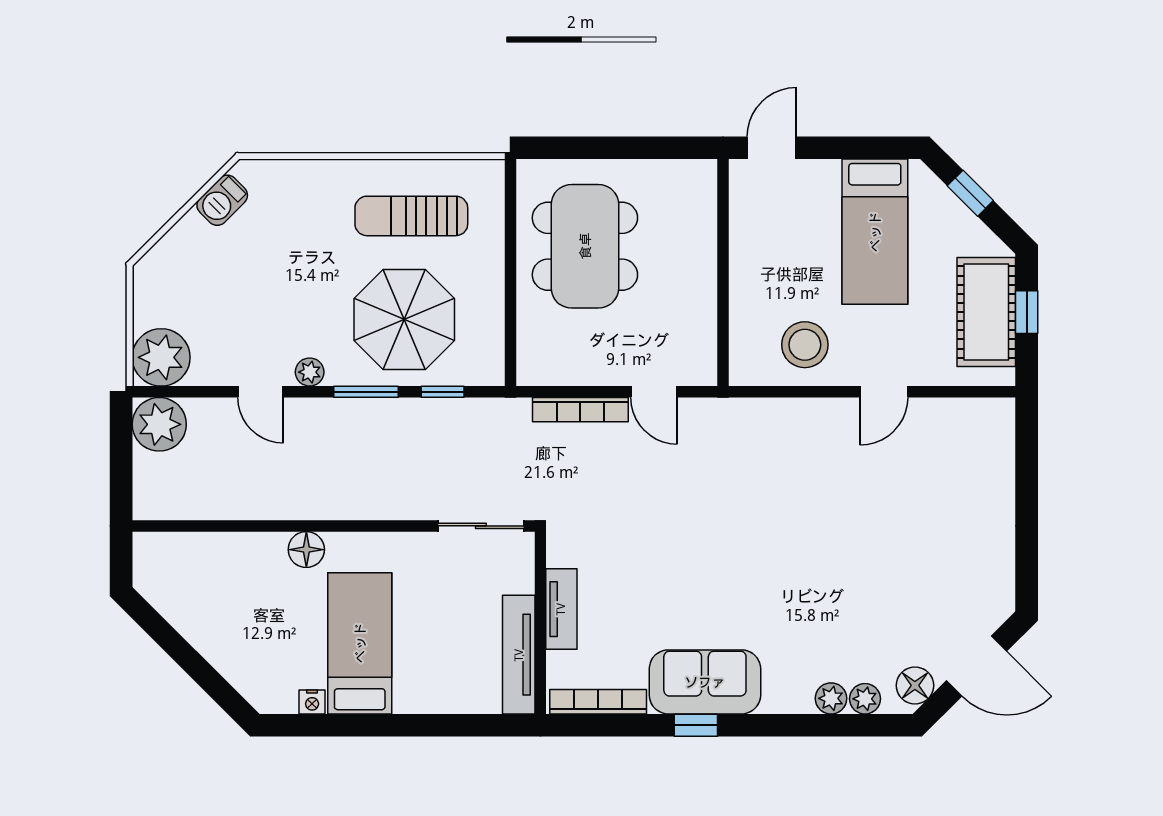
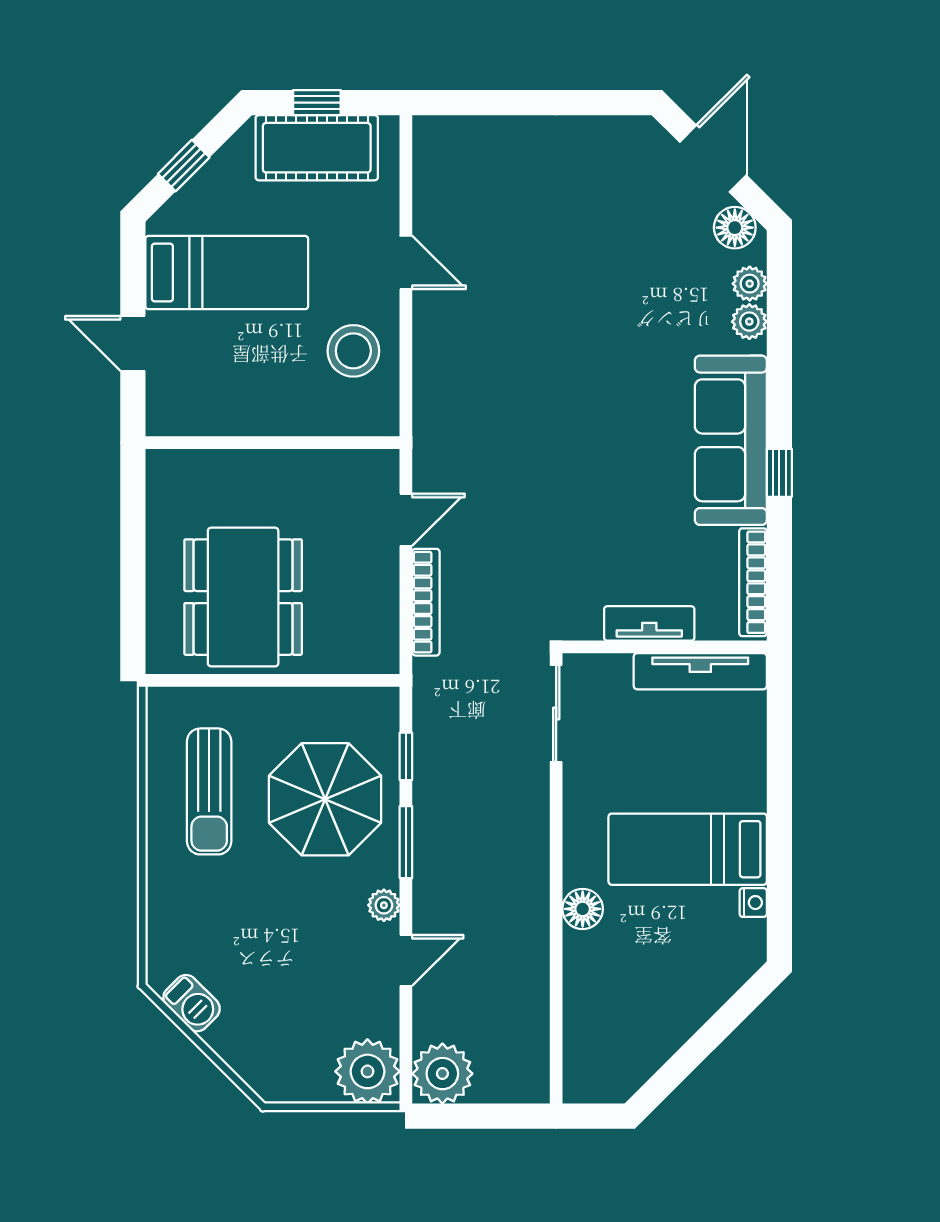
door: (772, 148) -> (133, 343), moved
dining table: (585, 246) -> (243, 597), turned 90
sofa: (705, 682) -> (731, 440), width x1.36

